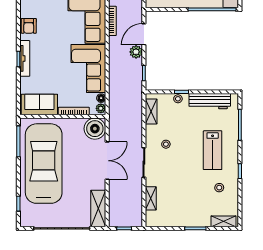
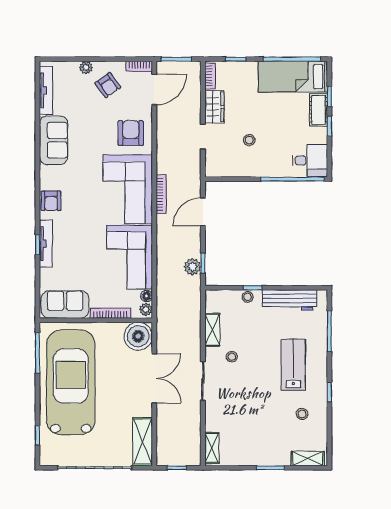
plant: (136, 52) -> (192, 267), moved
shelving: (151, 112) -> (212, 330), moved
lab bench: (213, 150) -> (293, 365), turned 180
shelving: (151, 198) -> (212, 448), moved

